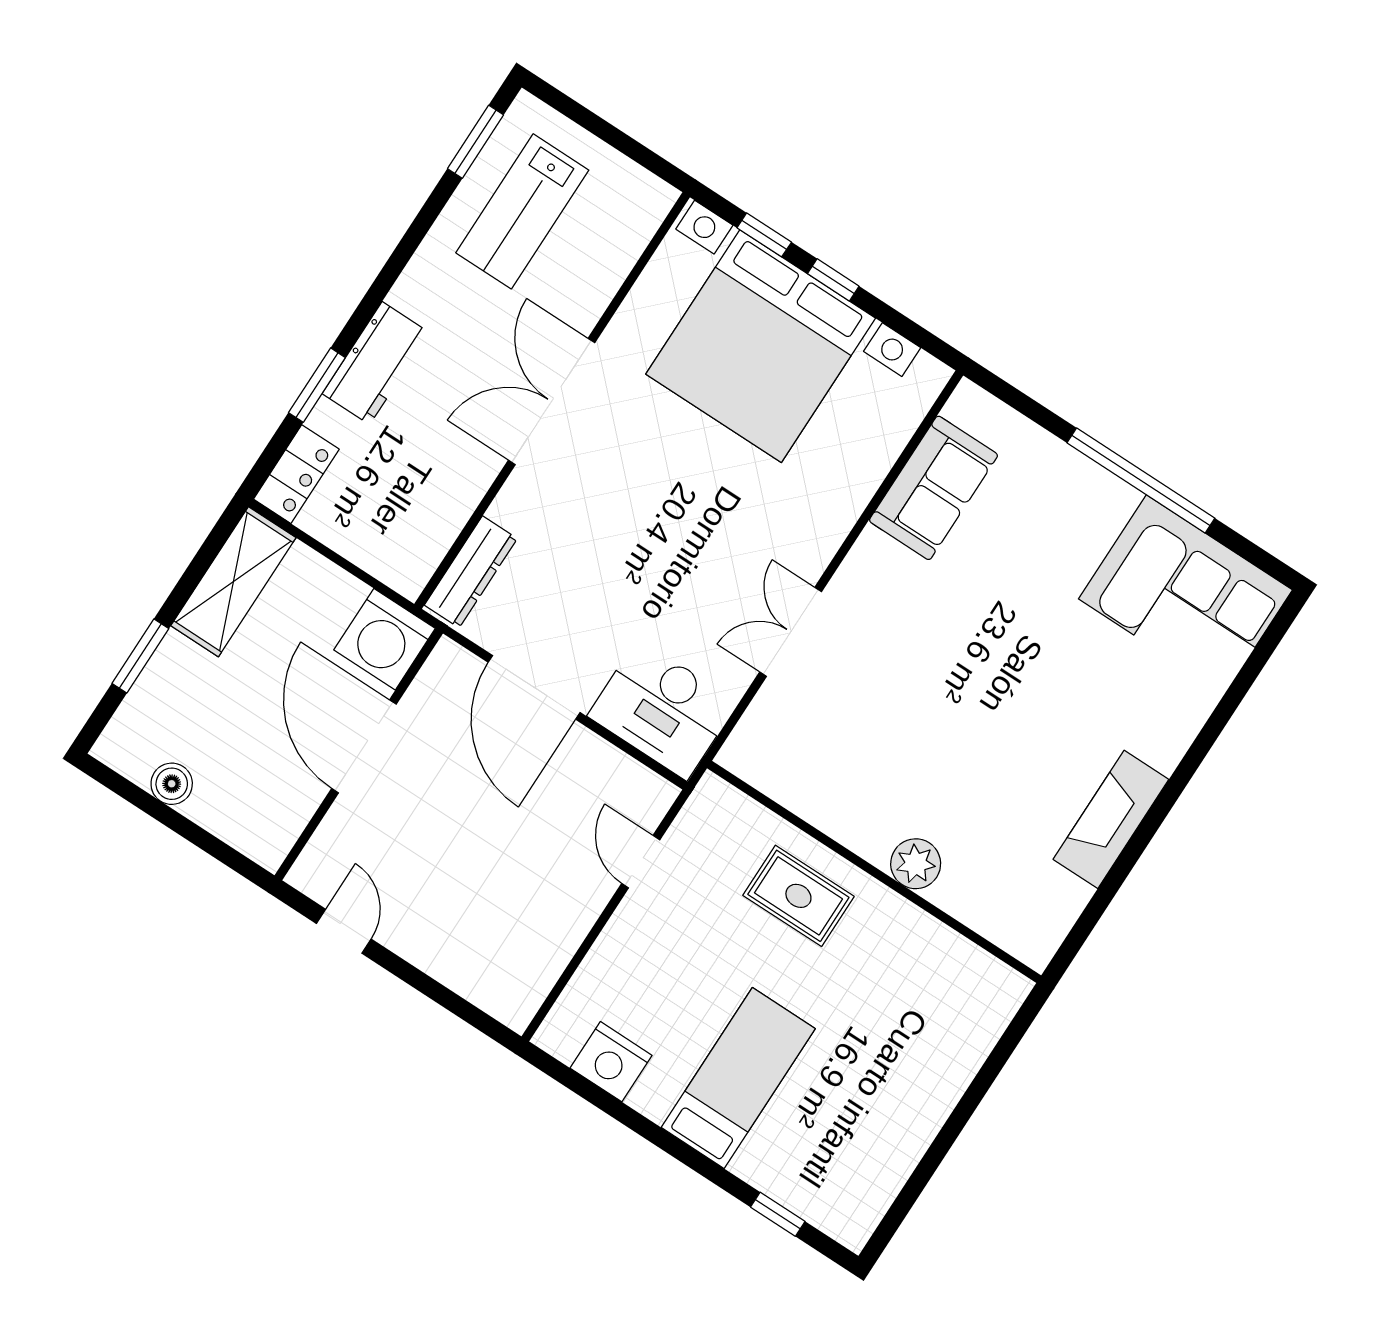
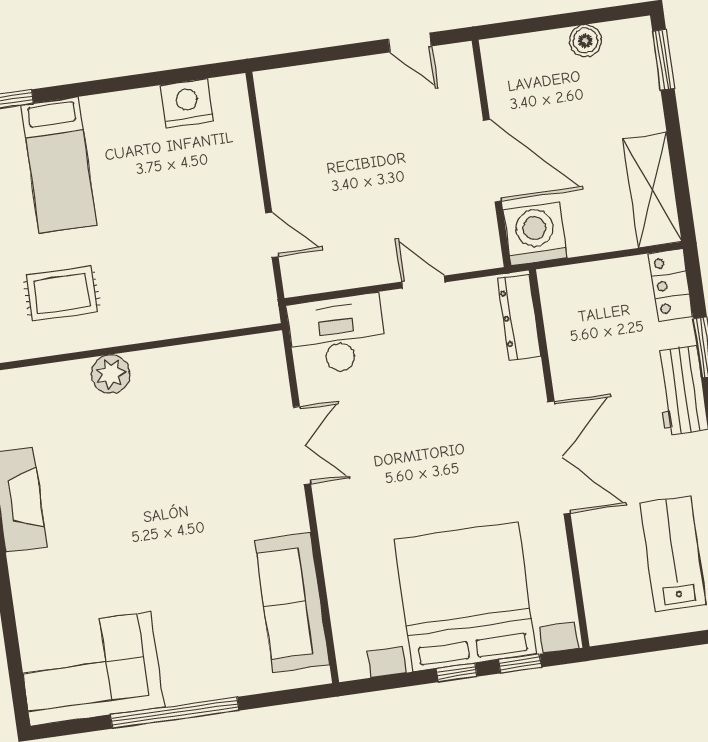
sofa: (934, 488) -> (292, 602), width x1.36
window: (140, 656) -> (663, 60), moved
door: (534, 687) -> (423, 282), width x0.53
rug: (798, 896) -> (62, 293), moved
bed: (738, 1078) -> (59, 165), moved

